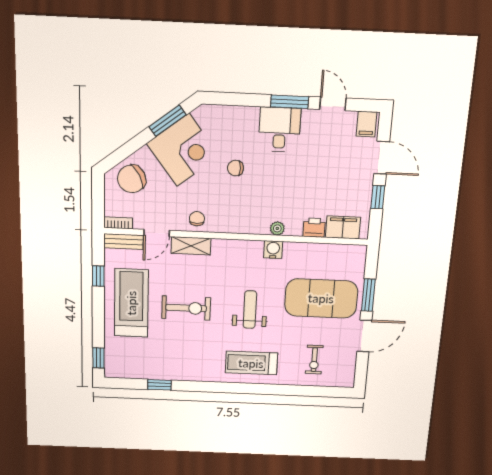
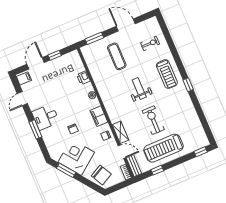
window: (290, 102) -> (35, 129), moved
filing cabinet: (343, 227) -> (99, 116), moved
water cooler: (273, 250) -> (103, 92), removed
window: (368, 295) -> (94, 38), moved
exercise mat: (321, 298) -> (117, 56), width x0.50, depth x0.69
weight bench: (250, 310) -> (139, 88), turned 90
window: (159, 385) -> (188, 85), moved

